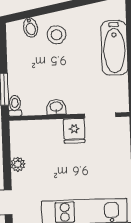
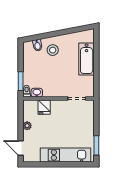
washbasin: (56, 107) -> (37, 93), moved
fridge: (74, 131) -> (44, 107), moved

